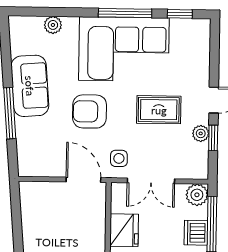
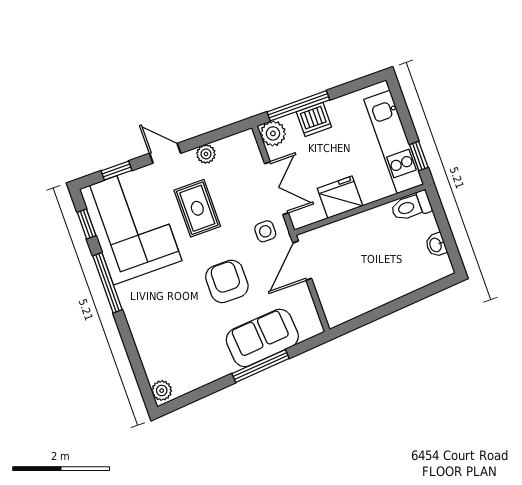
plant: (53, 25) -> (162, 391), moved
corner sofa: (124, 49) -> (131, 225), moved
sofa: (30, 86) -> (262, 338), moved
armchair: (90, 111) -> (227, 281), turned 180
window: (213, 138) -> (116, 171), moved

